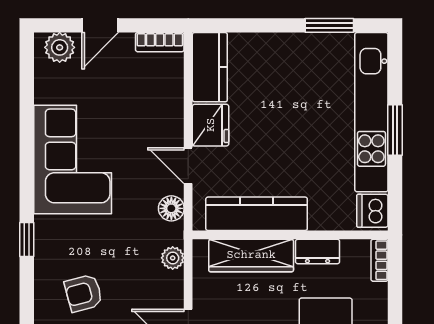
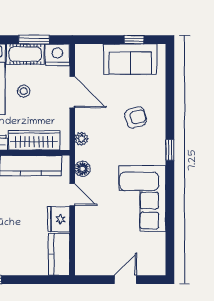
bookcase: (160, 42) -> (89, 269), removed
plant: (60, 47) -> (150, 266), removed

